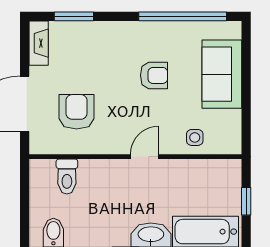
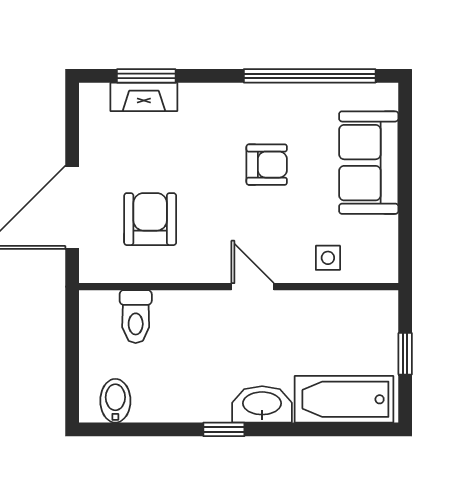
fireplace: (39, 43) -> (144, 97), moved, turned 90
door: (145, 157) -> (253, 287), hinge flipped

